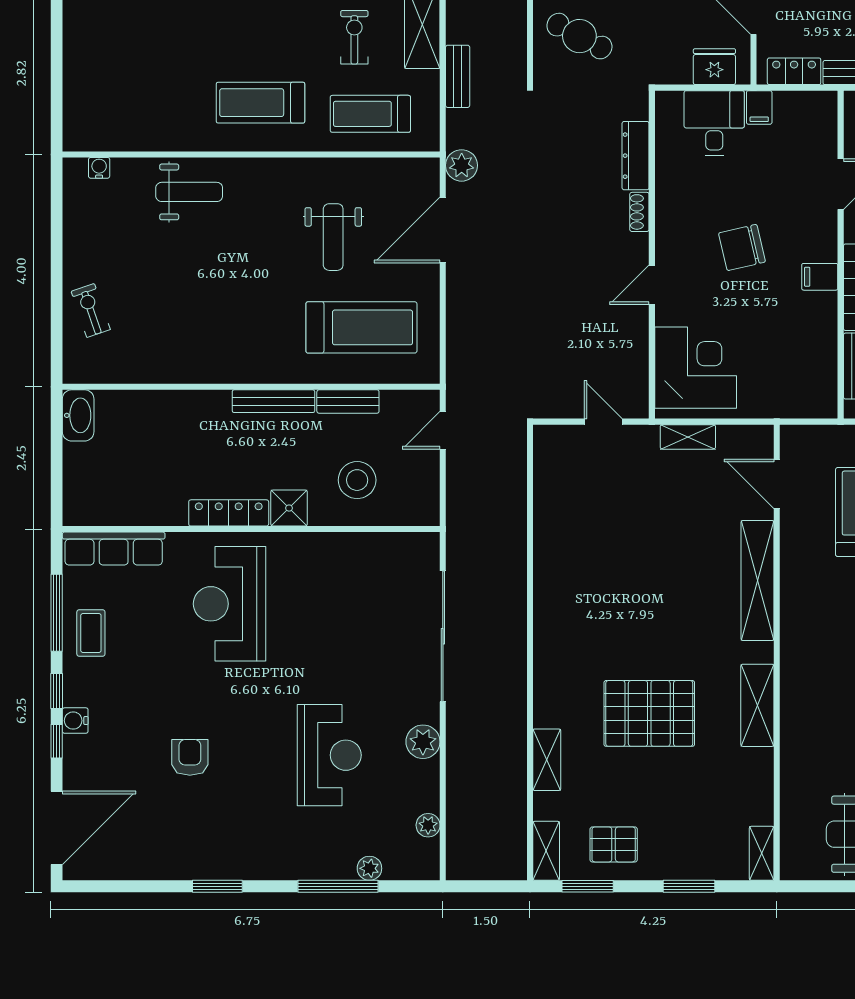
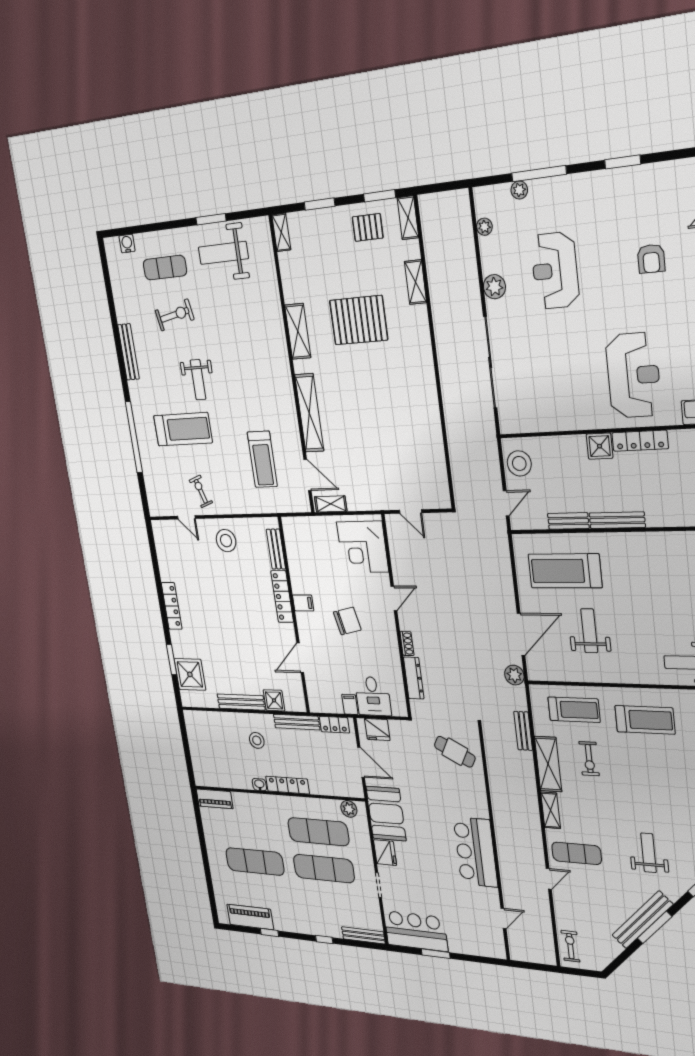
shelving: (688, 437) -> (331, 504), moved
stool: (357, 480) -> (519, 463), moved

